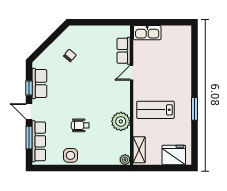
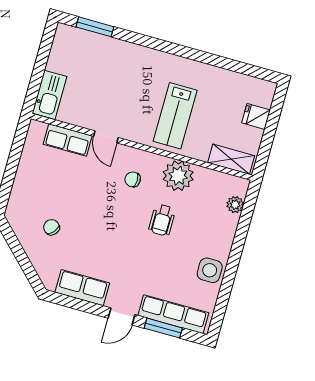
window: (29, 88) -> (85, 306), removed
chair: (111, 95) -> (133, 179), added
window: (194, 109) -> (95, 27), moved
wheelchair: (80, 125) -> (162, 220), moved
fridge: (174, 155) -> (256, 116), width x0.53, depth x0.75
plant: (125, 160) -> (235, 205), moved

